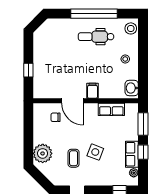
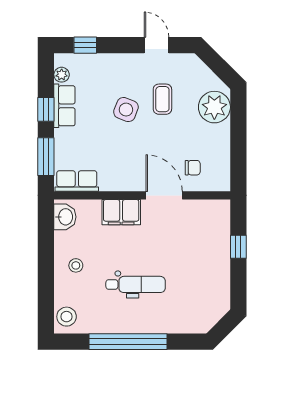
dental chair: (96, 37) -> (136, 284), moved
filing cabinet: (92, 91) -> (121, 212), width x2.00
row of seats: (111, 109) -> (77, 181), moved

